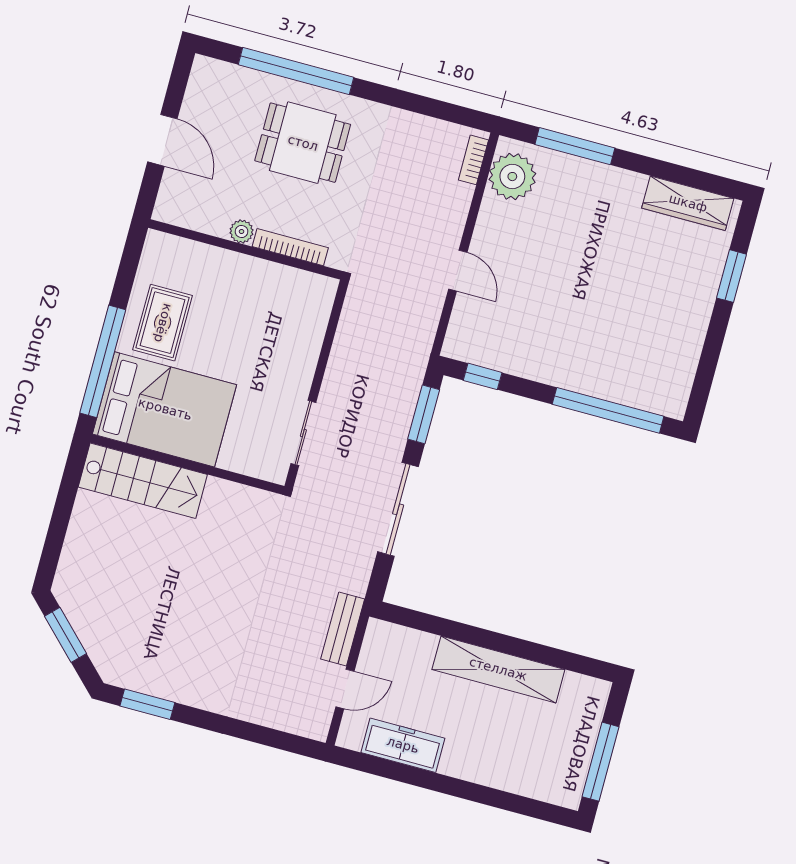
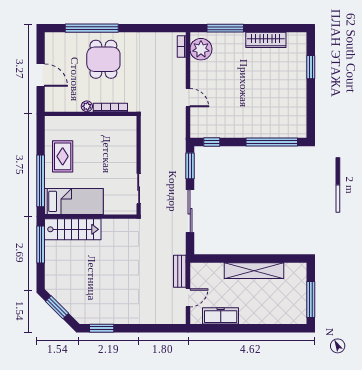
dining table: (303, 143) -> (103, 59), turned 90
wardrobe: (688, 203) -> (266, 40), moved
bed: (165, 409) -> (74, 201), width x0.67
window: (67, 494) -> (41, 245), added

